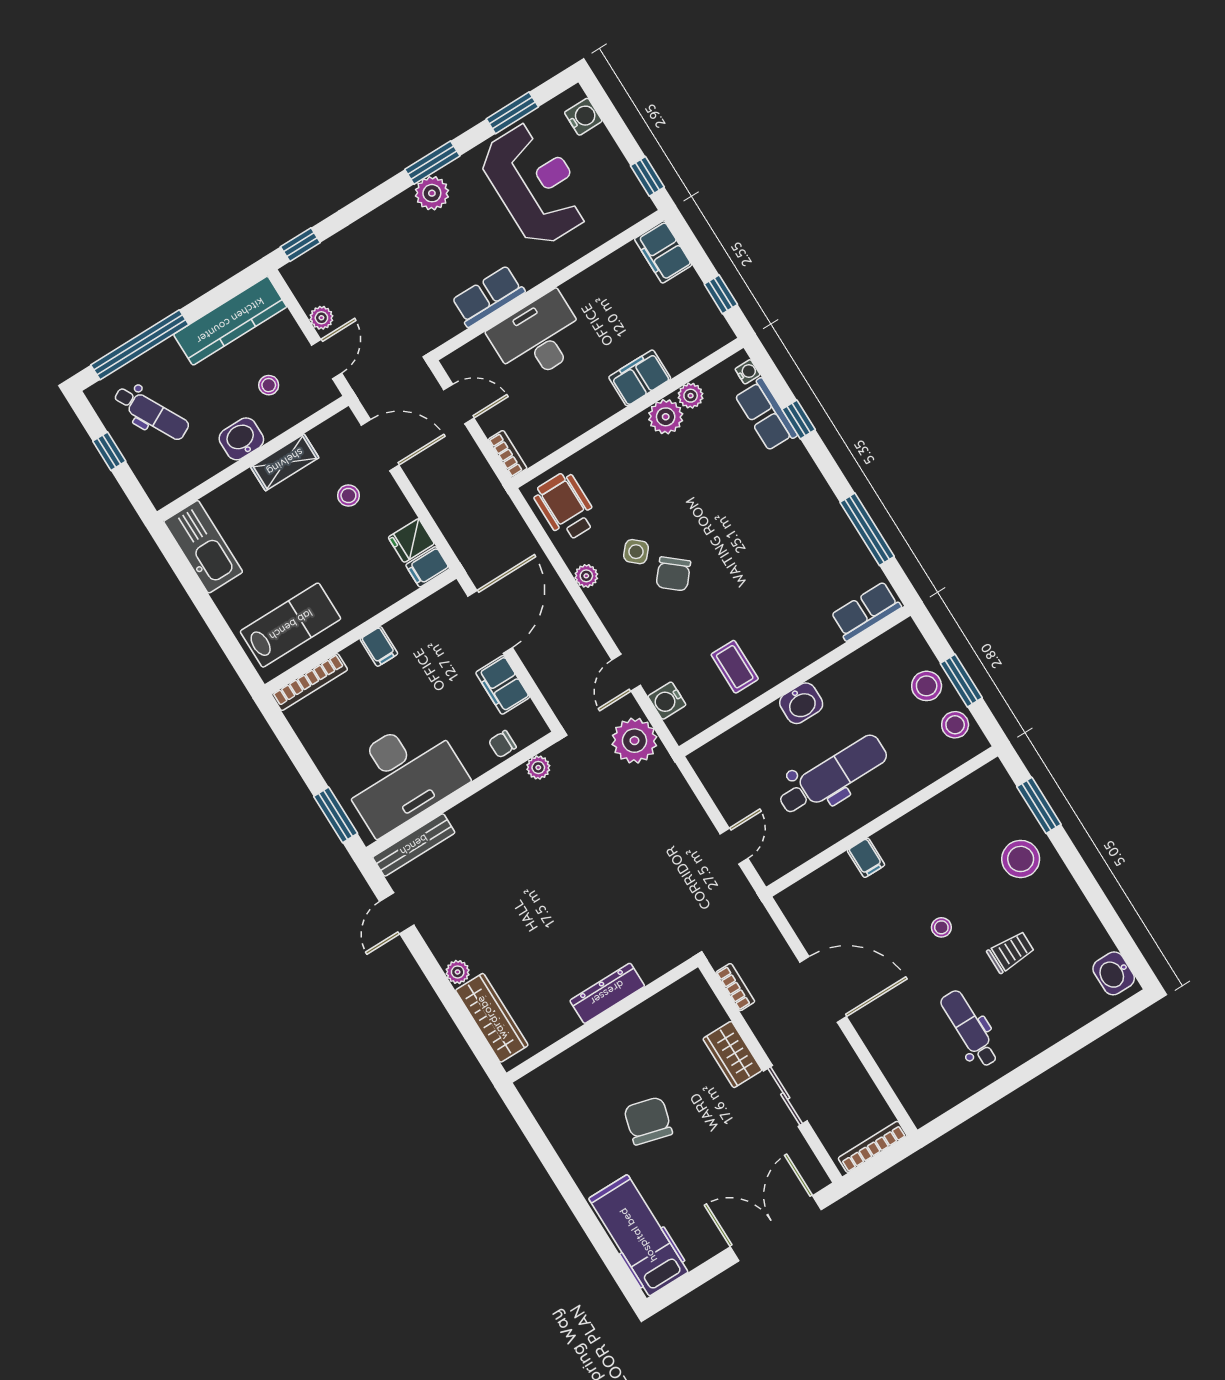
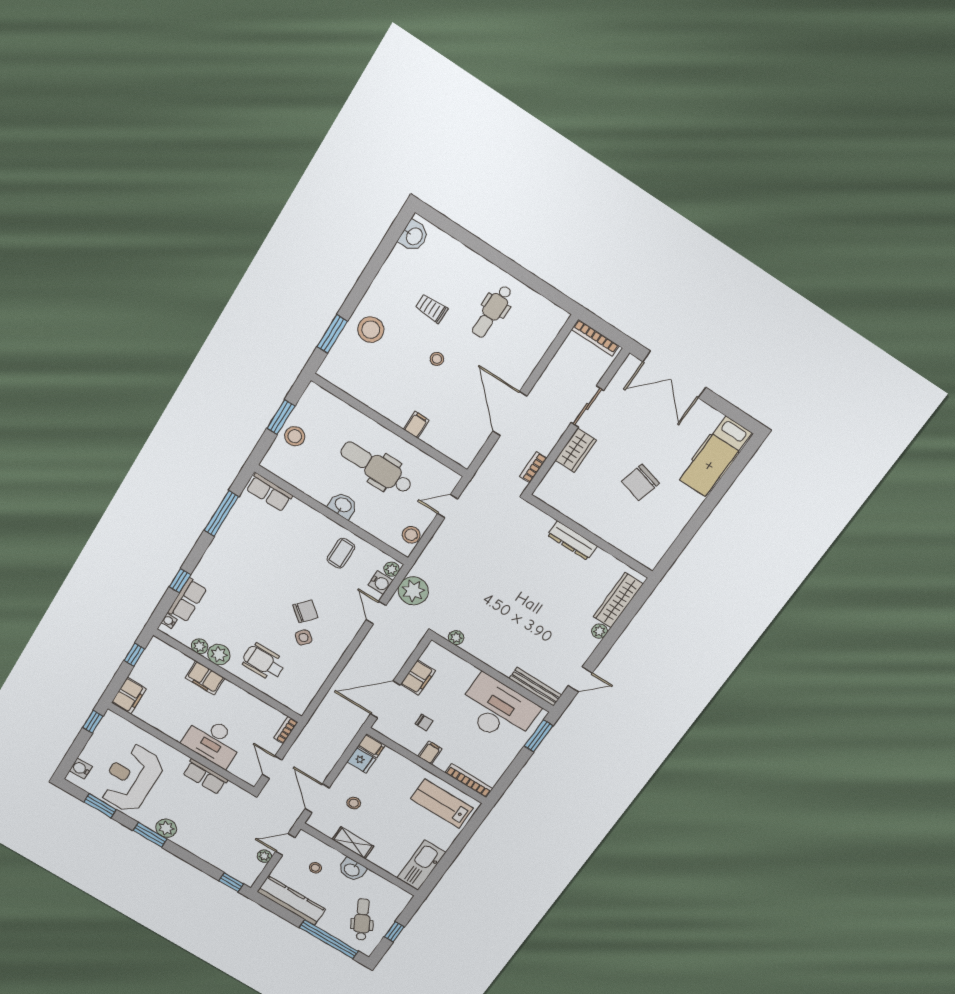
wheelchair: (566, 507) -> (264, 662), moved, turned 90
plant: (586, 576) -> (392, 569), moved
door: (626, 673) -> (376, 613), swing flipped
stool: (955, 725) -> (411, 535), moved
chair: (502, 744) -> (424, 722), moved

